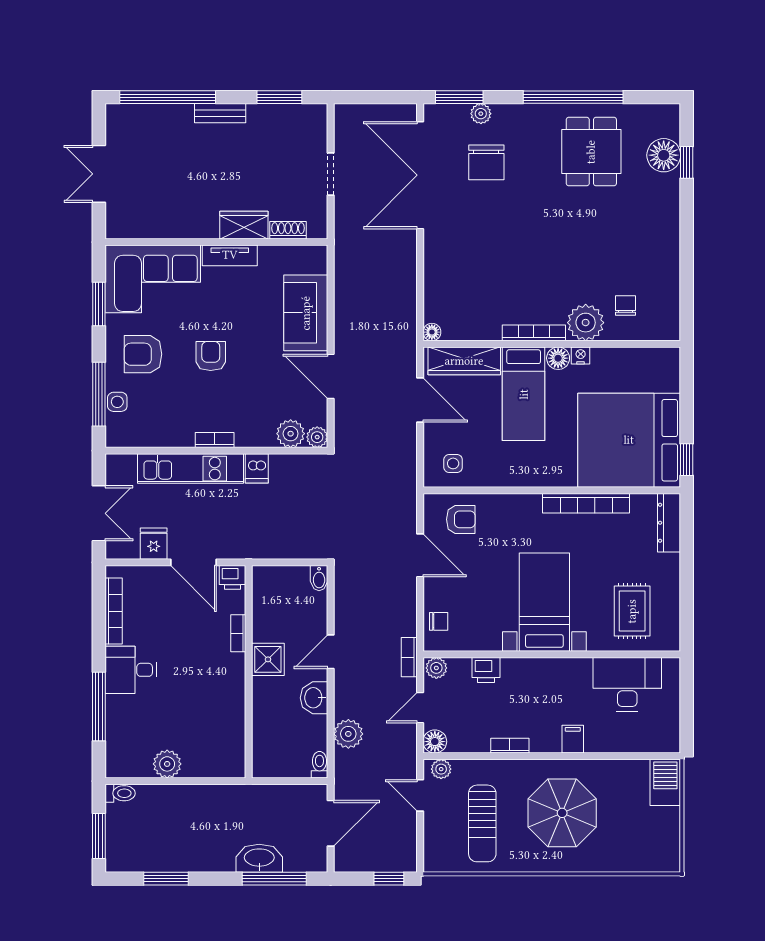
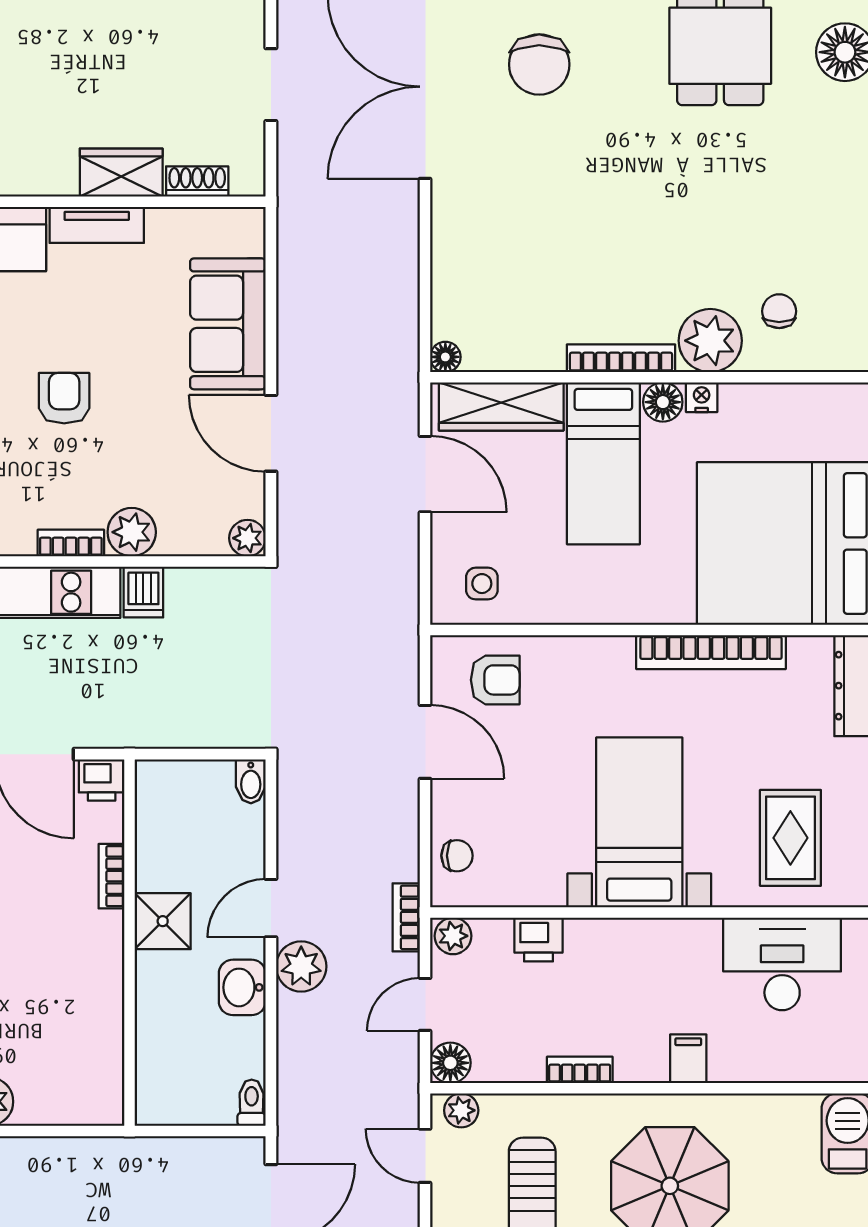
plant: (291, 434) -> (132, 532), moved
plant: (348, 734) -> (301, 966), moved

